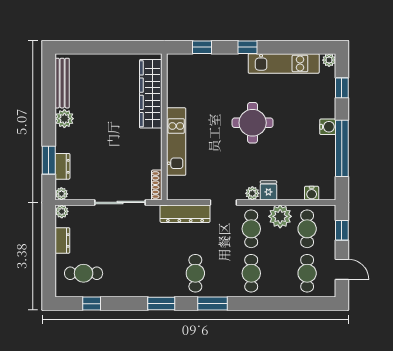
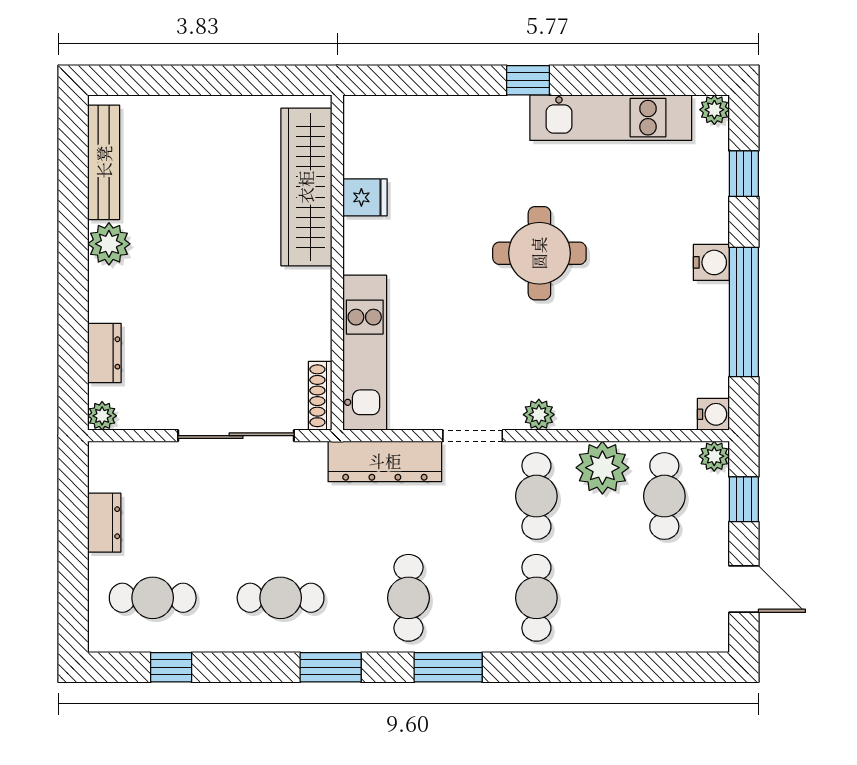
window: (202, 47) -> (424, 80), removed
kitchen unit: (176, 142) -> (365, 353), moved
window: (49, 160) -> (73, 339), removed
fridge: (268, 190) -> (365, 197), moved, turned 90
water cooler: (312, 193) -> (713, 414), moved, turned -90
plant: (62, 211) -> (714, 456), moved
cafe table: (307, 273) -> (281, 598), moved, turned 90

